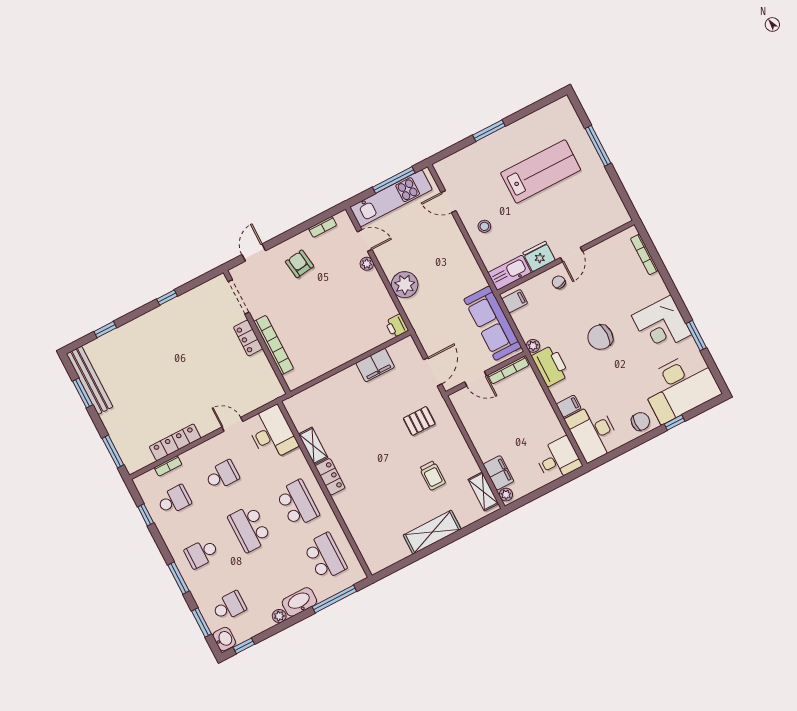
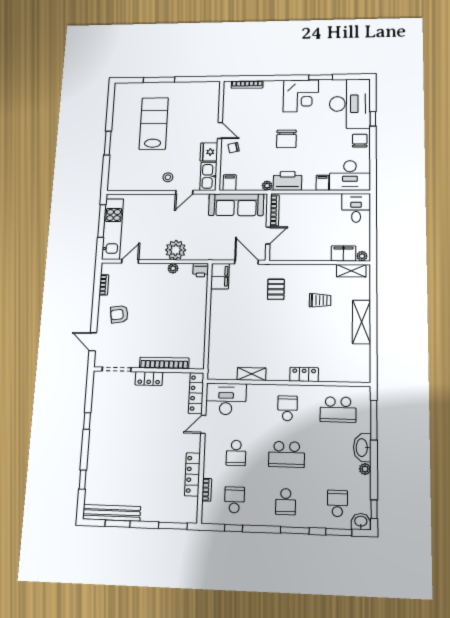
door: (449, 202) -> (184, 192), moved
plant: (367, 264) -> (173, 268), moved
filing cabinet: (375, 365) -> (220, 276), moved
locker: (261, 398) -> (196, 393), added
school desk: (222, 475) -> (236, 453), turned 180
locker: (330, 477) -> (304, 374), moved
school desk: (298, 503) -> (287, 408), width x0.54
school desk: (325, 557) -> (338, 409), turned 180

